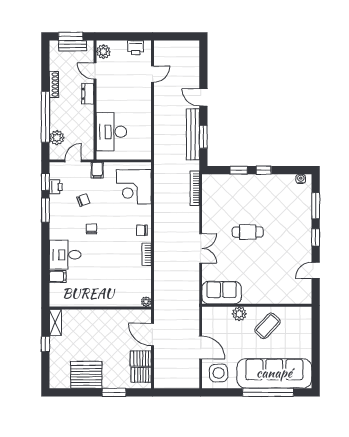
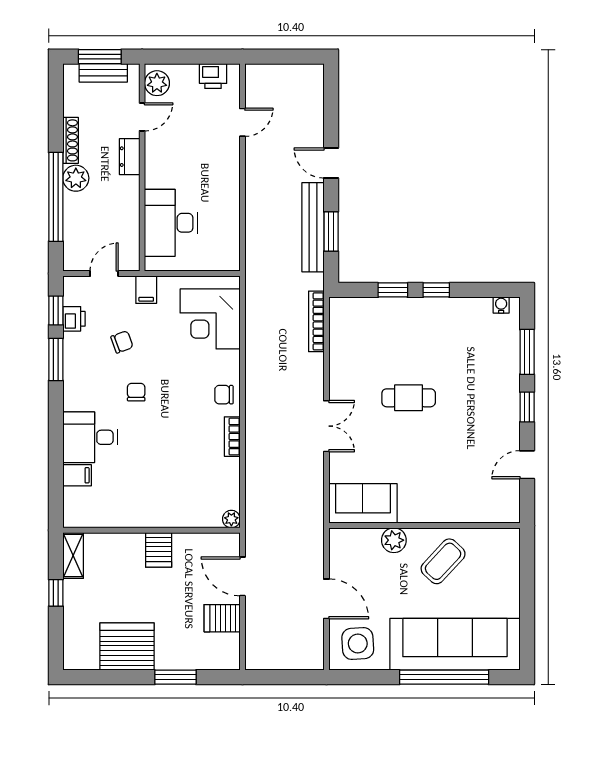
door: (95, 71) -> (142, 117), swing flipped
plant: (57, 138) -> (76, 178), moved
server rack: (141, 375) -> (159, 550), moved, turned -90

